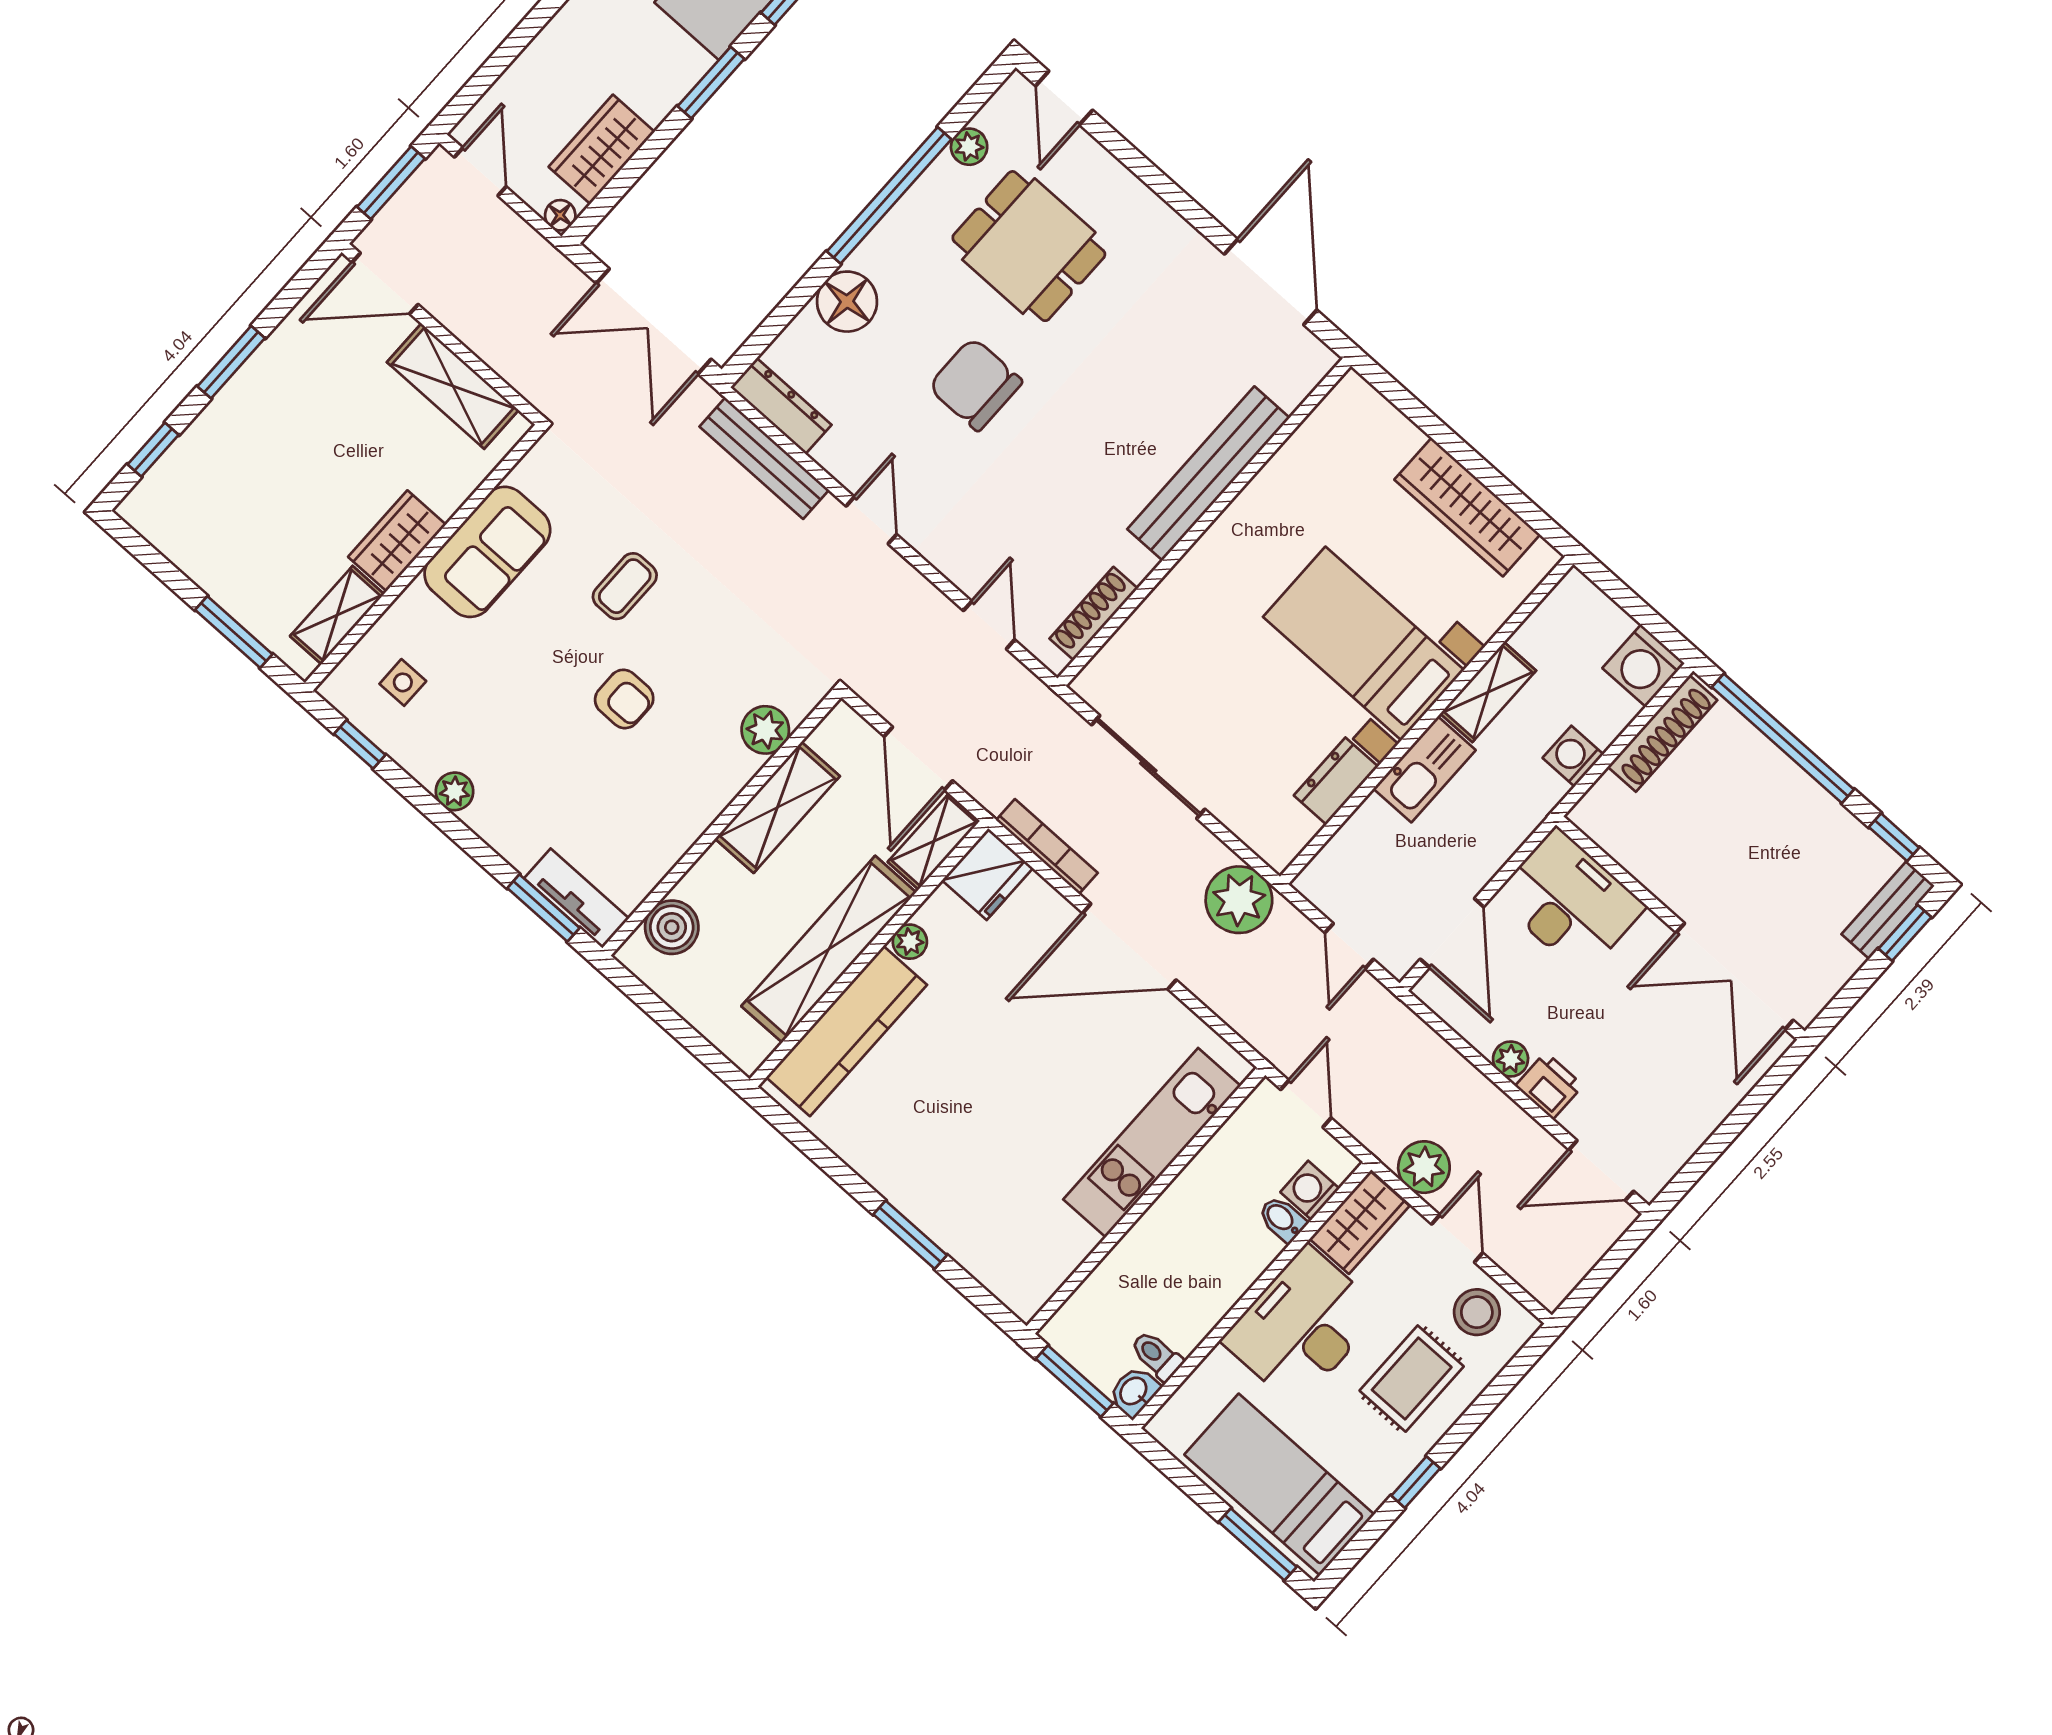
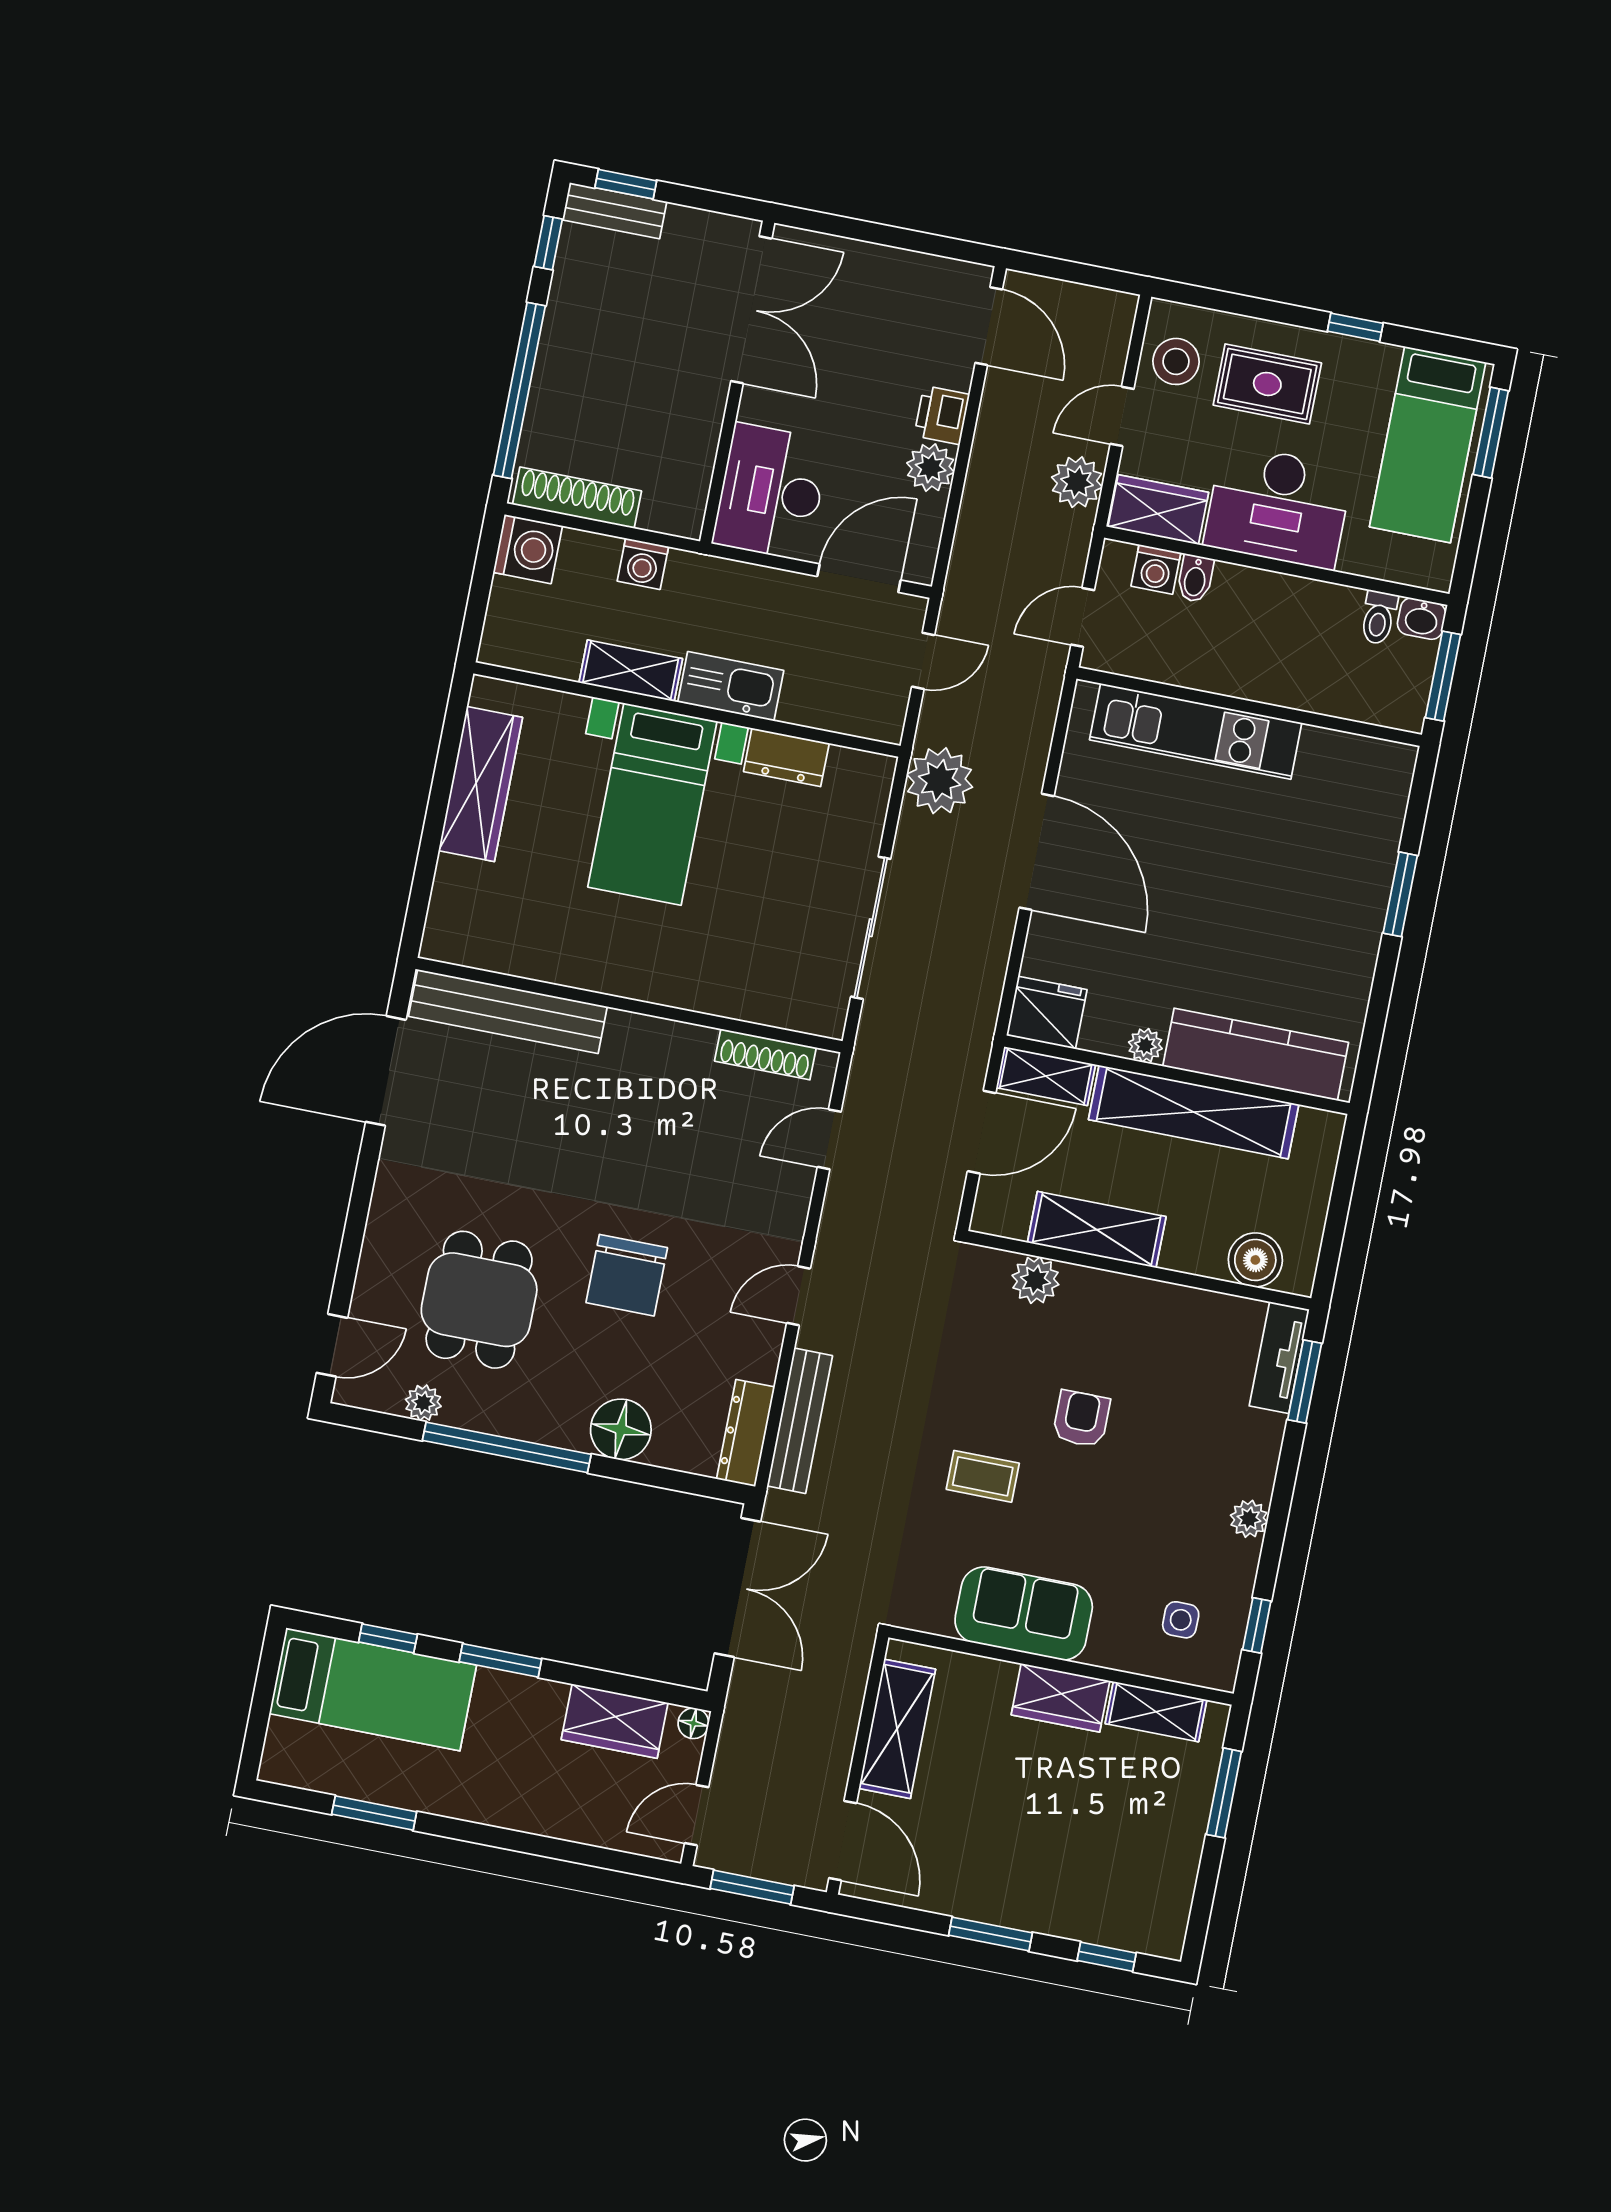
bench: (1208, 473) -> (508, 1011), moved
bookcase: (1047, 847) -> (992, 975), removed
plant: (1511, 1059) -> (931, 468), width x1.38, depth x1.38

